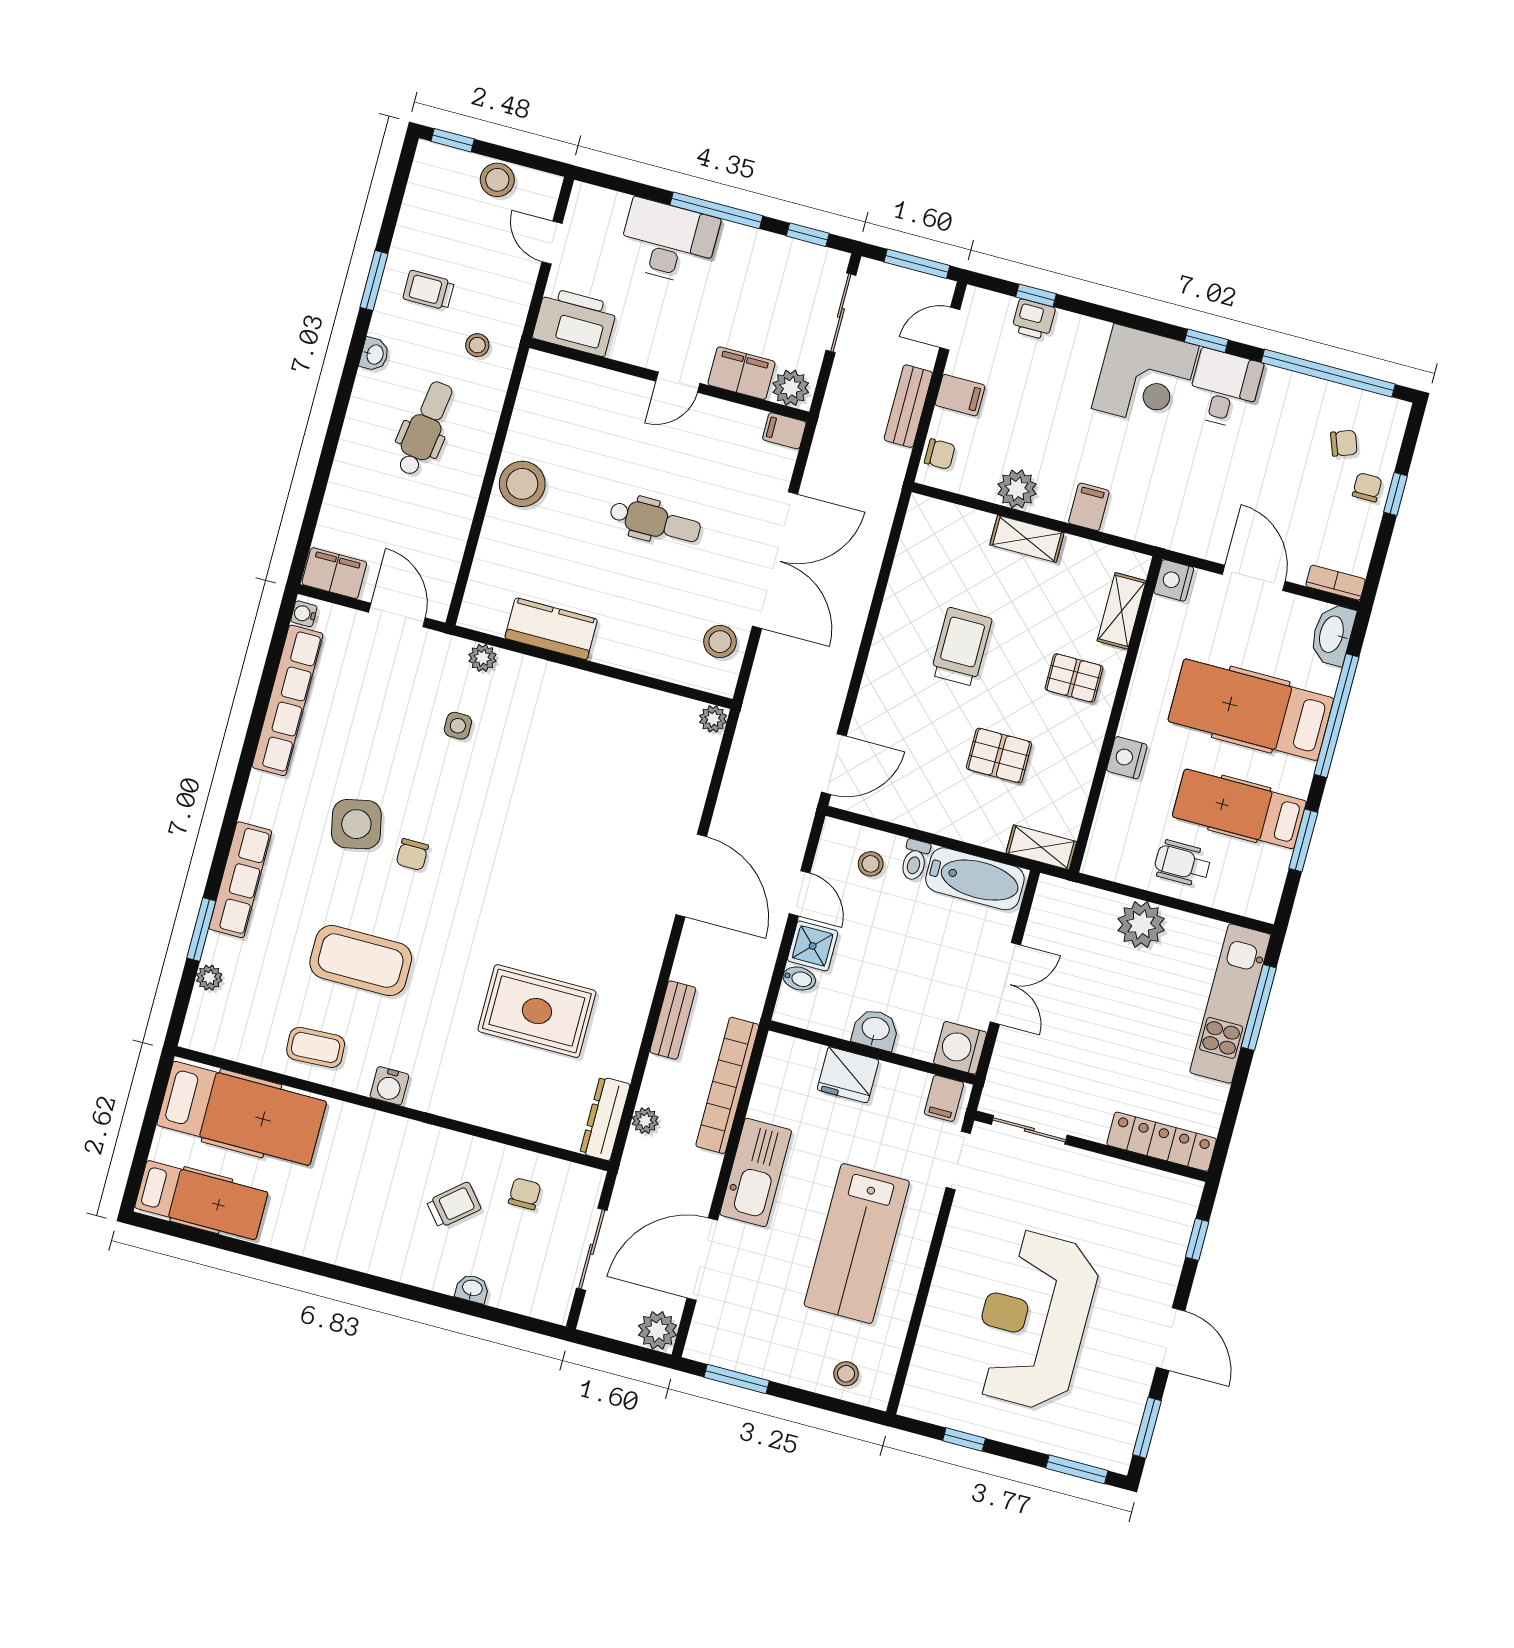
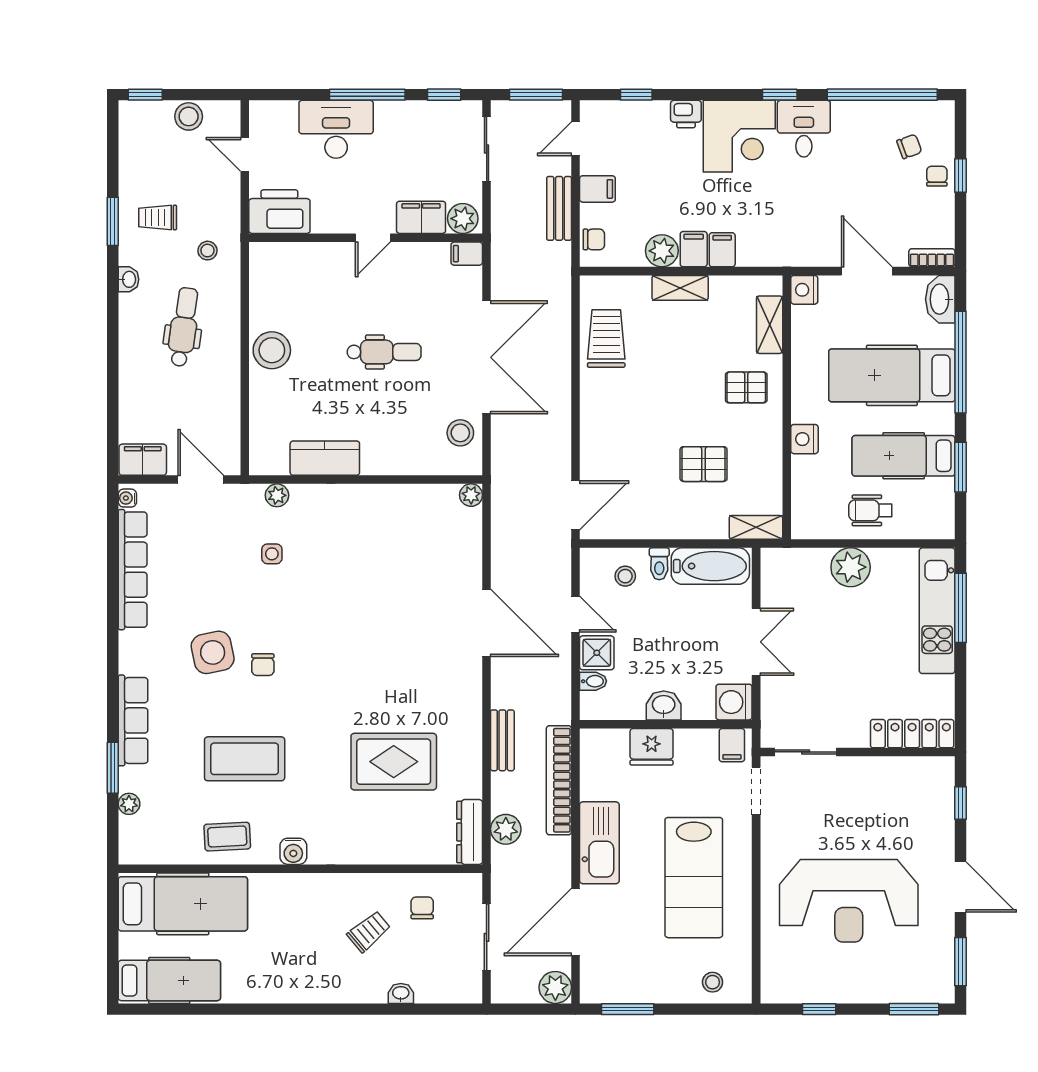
printer: (1033, 319) -> (686, 114), moved
filing cabinet: (1055, 497) -> (694, 249), added
trolley: (961, 647) -> (606, 338), moved
plant: (645, 1121) -> (506, 829), width x1.38, depth x1.38
reception desk: (1034, 1320) -> (849, 901), turned -90

